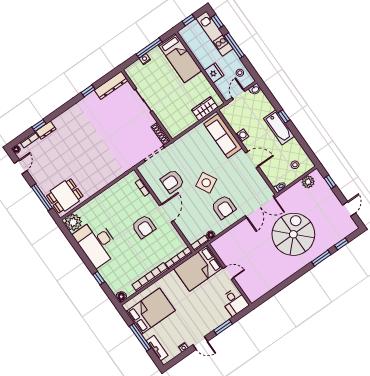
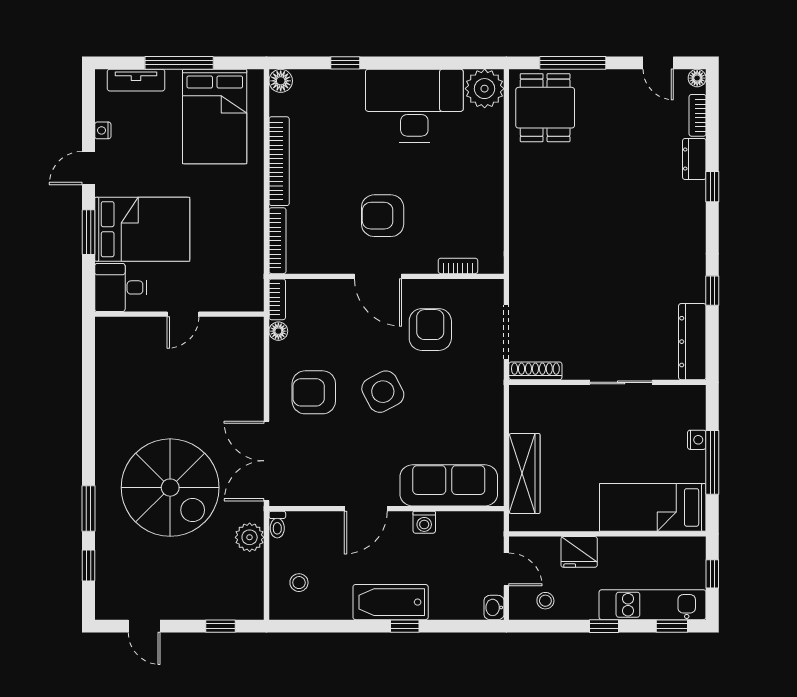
window: (234, 46) -> (604, 626), width x0.46
wardrobe: (205, 109) -> (524, 474), width x1.50
window: (39, 125) -> (712, 187), moved
plant: (308, 182) -> (250, 537), moved
bed: (199, 268) -> (142, 229), moved, turned 90

